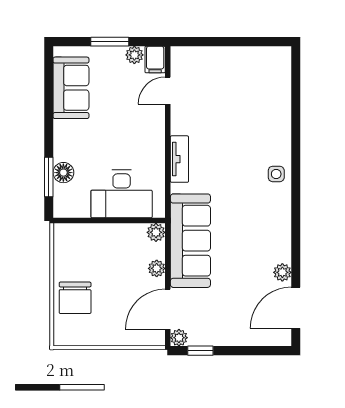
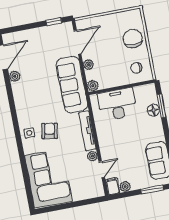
window: (110, 42) -> (152, 189), moved
corner sofa: (259, 93) -> (48, 178), added
tv unit: (179, 159) -> (87, 131), width x1.41
armchair: (242, 171) -> (50, 131), added
chair: (78, 248) -> (136, 68), added
plant: (179, 338) -> (92, 156), moved

